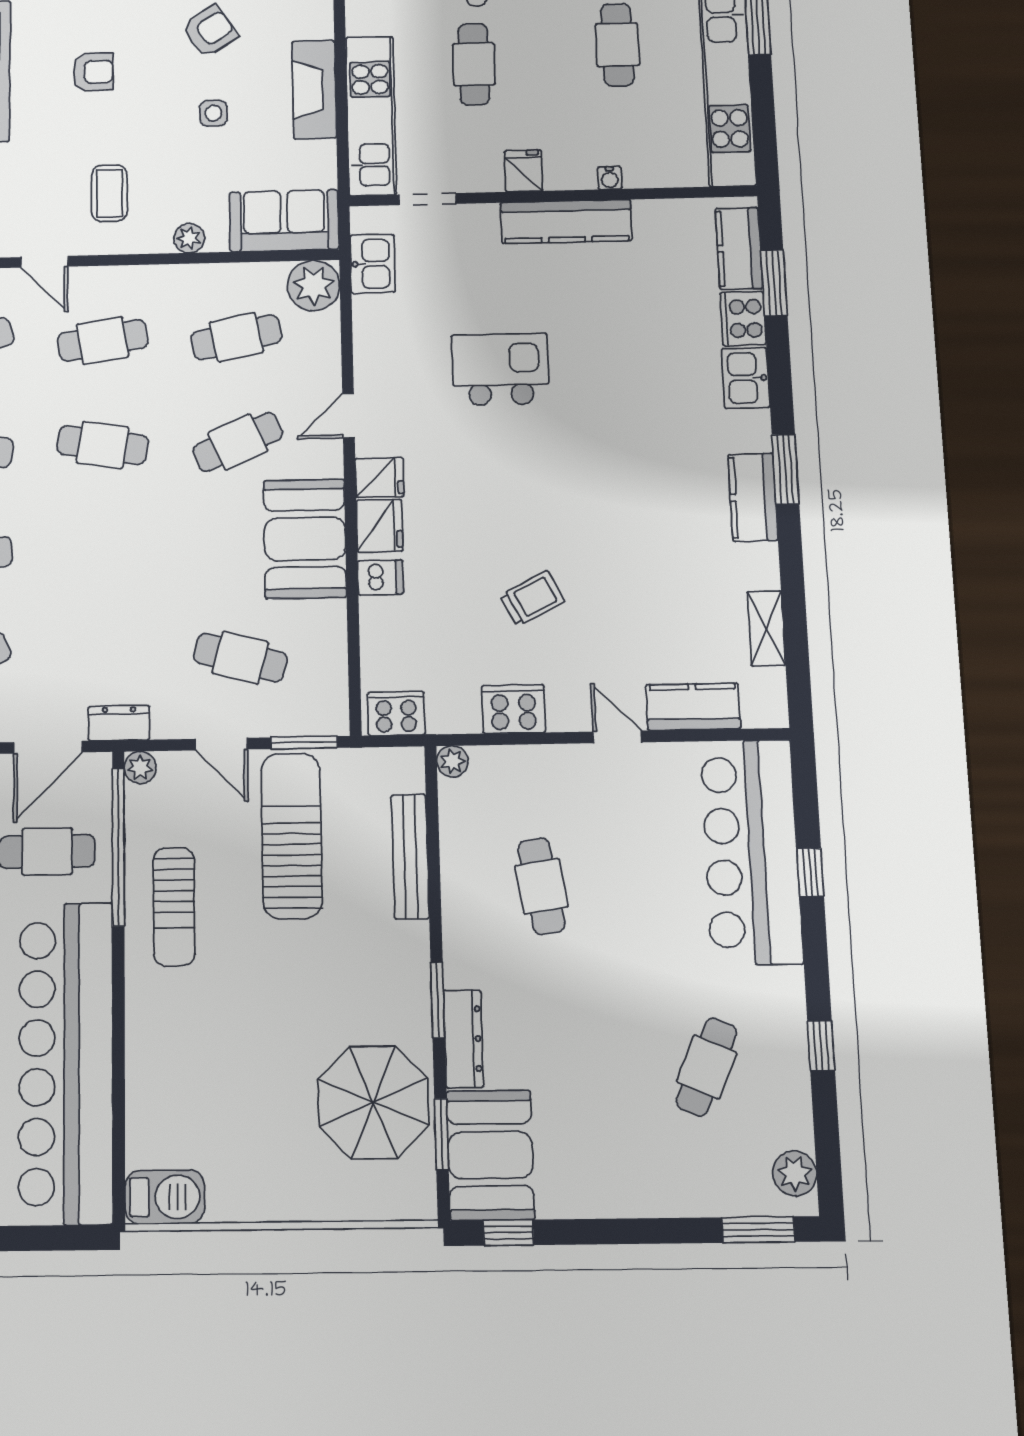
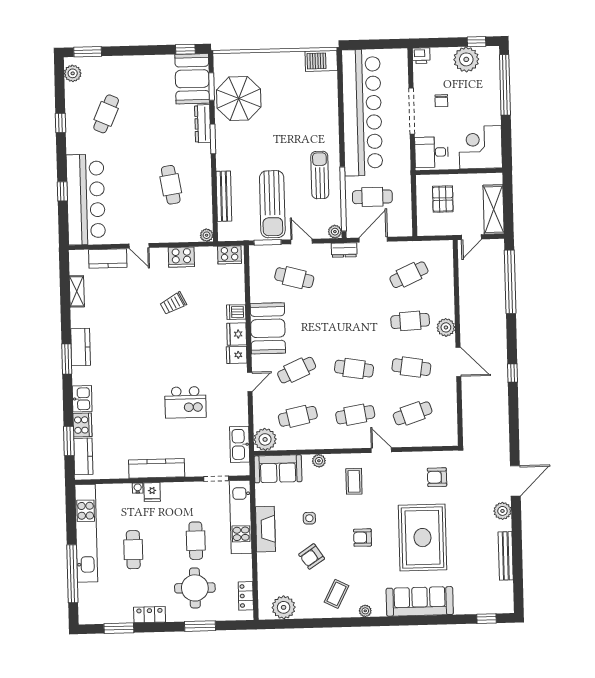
fridge: (523, 171) -> (152, 492), moved
kitchen sink: (373, 264) -> (240, 444), width x1.38

